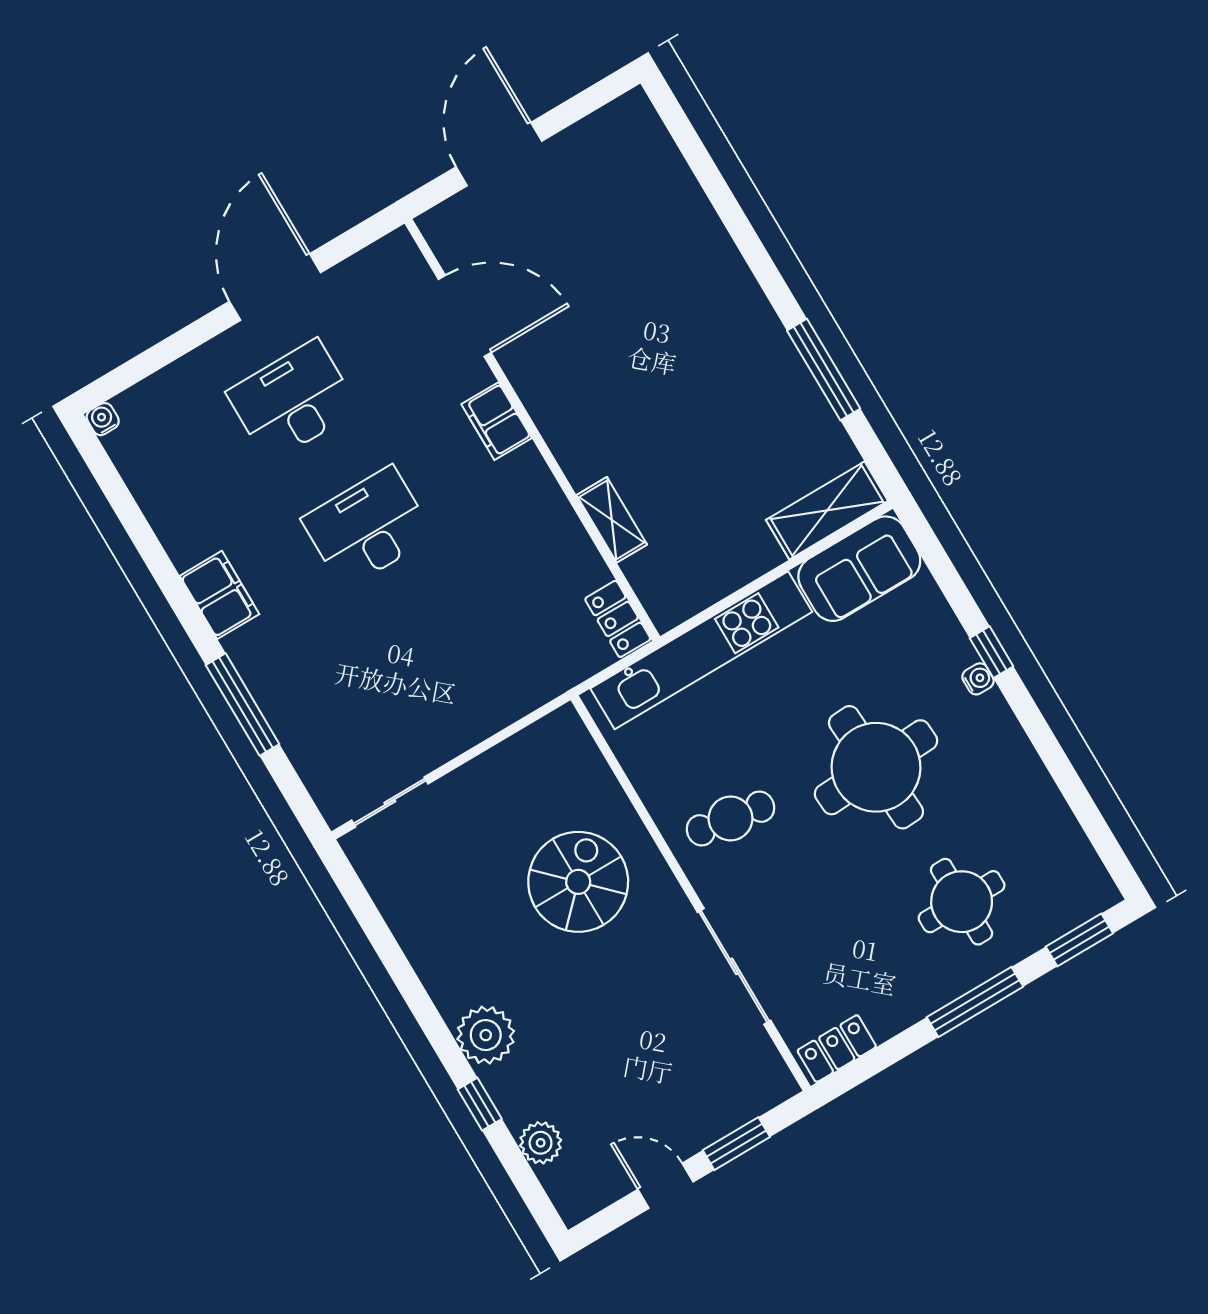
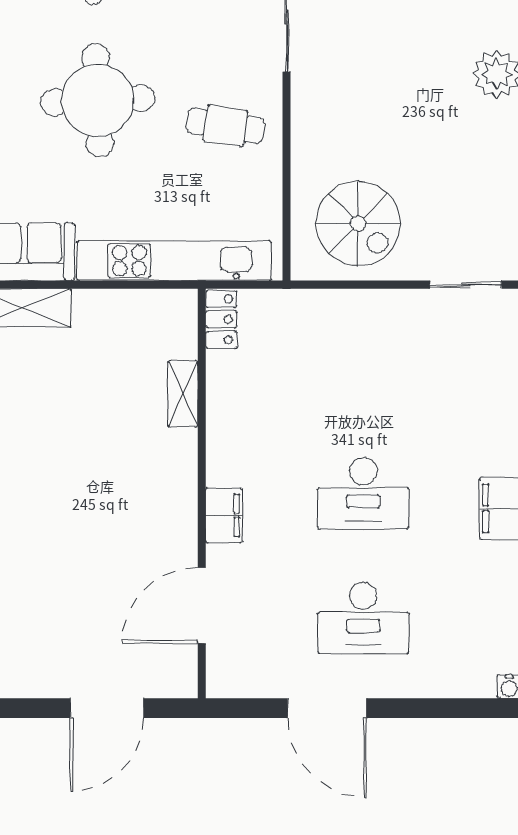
door: (275, 287) -> (327, 708), hinge flipped
door: (465, 316) -> (202, 605), hinge flipped
spiral stairs: (578, 882) -> (358, 223), moved, turned -90

